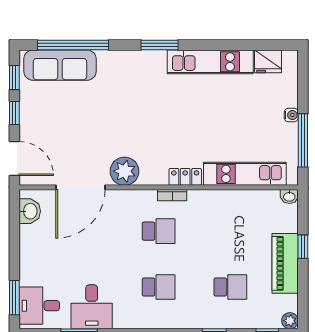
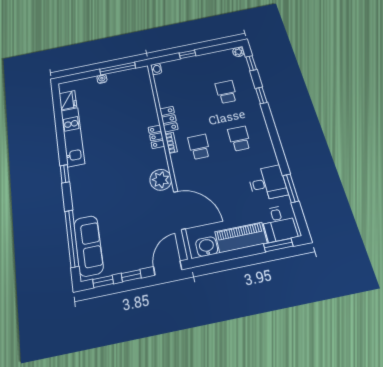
window: (159, 45) -> (65, 174), width x0.67
kitchen unit: (245, 174) -> (147, 99), removed
locker: (207, 199) -> (169, 119), added
piano: (285, 263) -> (241, 237), moved, turned 180

